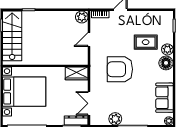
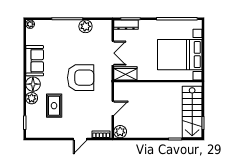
rug: (146, 42) -> (54, 106), turned 90
sofa: (164, 98) -> (35, 61), moved
double door: (89, 103) -> (113, 53), moved

